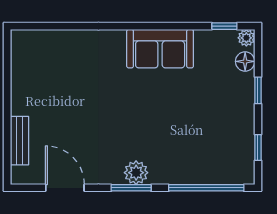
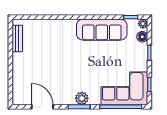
sofa: (160, 49) -> (102, 30), width x1.36
bench: (19, 141) -> (17, 38), moved
corner sofa: (213, 155) -> (124, 88), added

